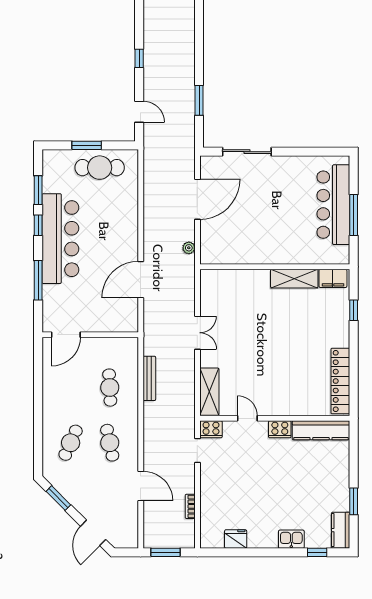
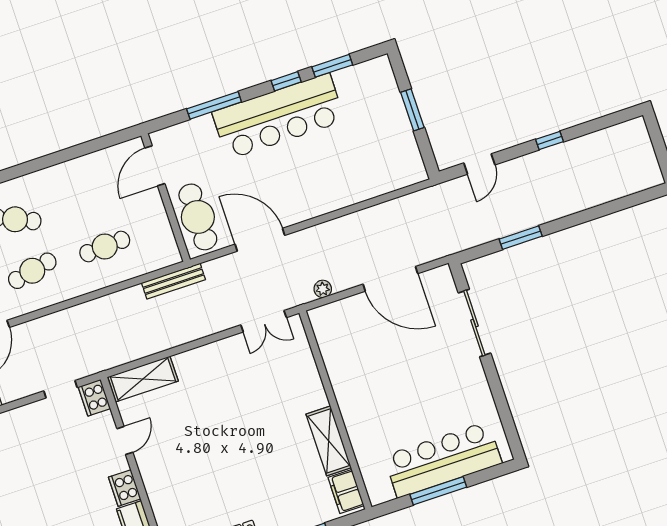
cafe table: (100, 168) -> (198, 217), moved
double door: (197, 333) -> (264, 321), moved
door: (66, 335) -> (155, 166), hinge flipped
bench: (149, 378) -> (173, 281), moved

